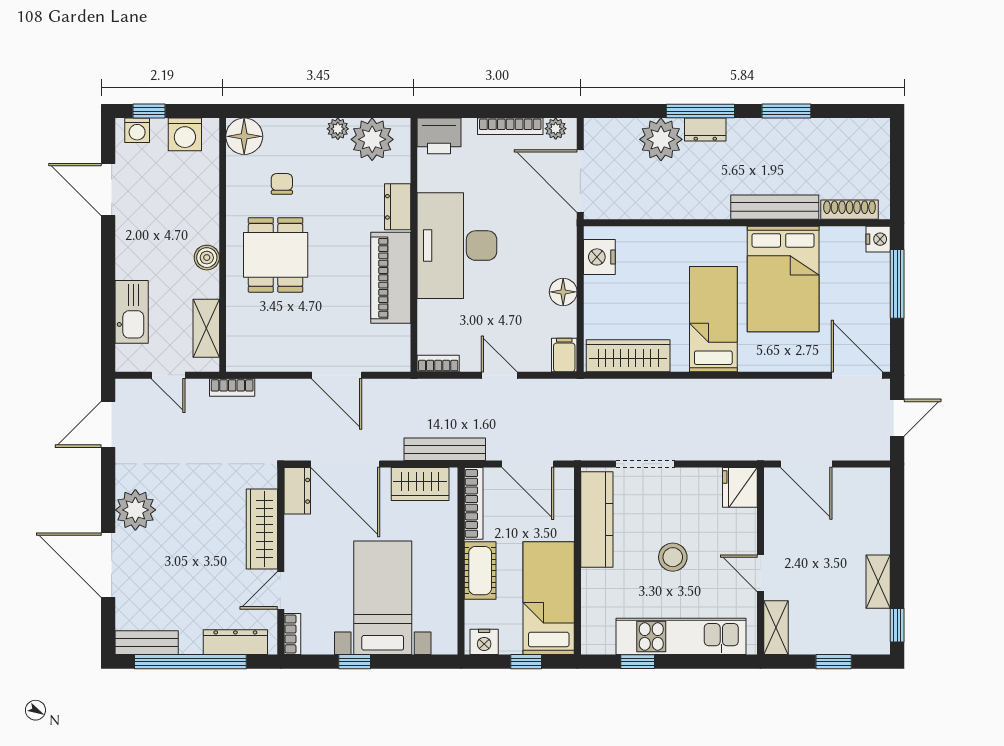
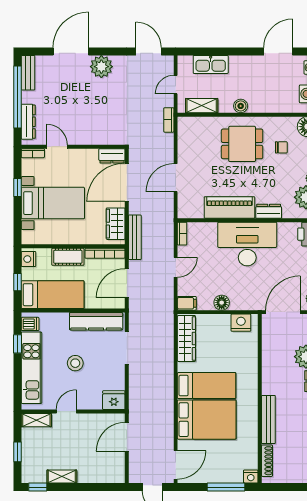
bed: (783, 279) -> (207, 420), moved, turned 180
wardrobe: (262, 529) -> (91, 136), removed
dishwasher: (602, 639) -> (30, 324), added

